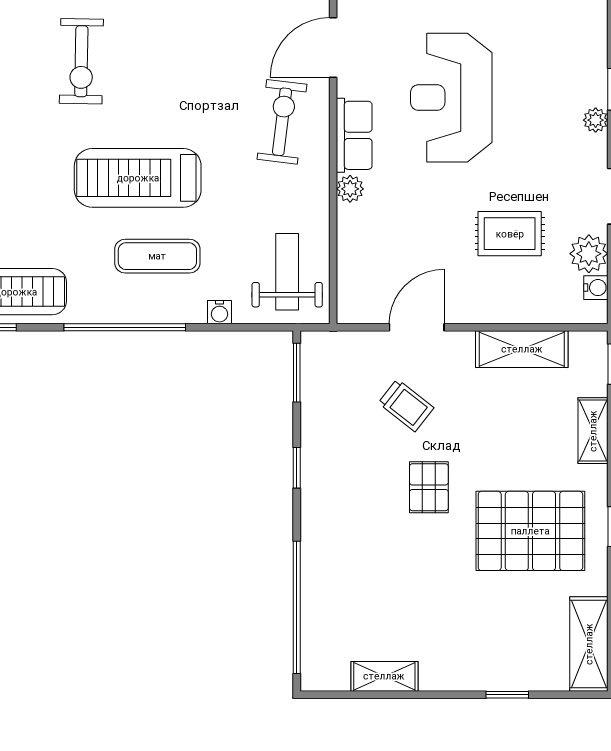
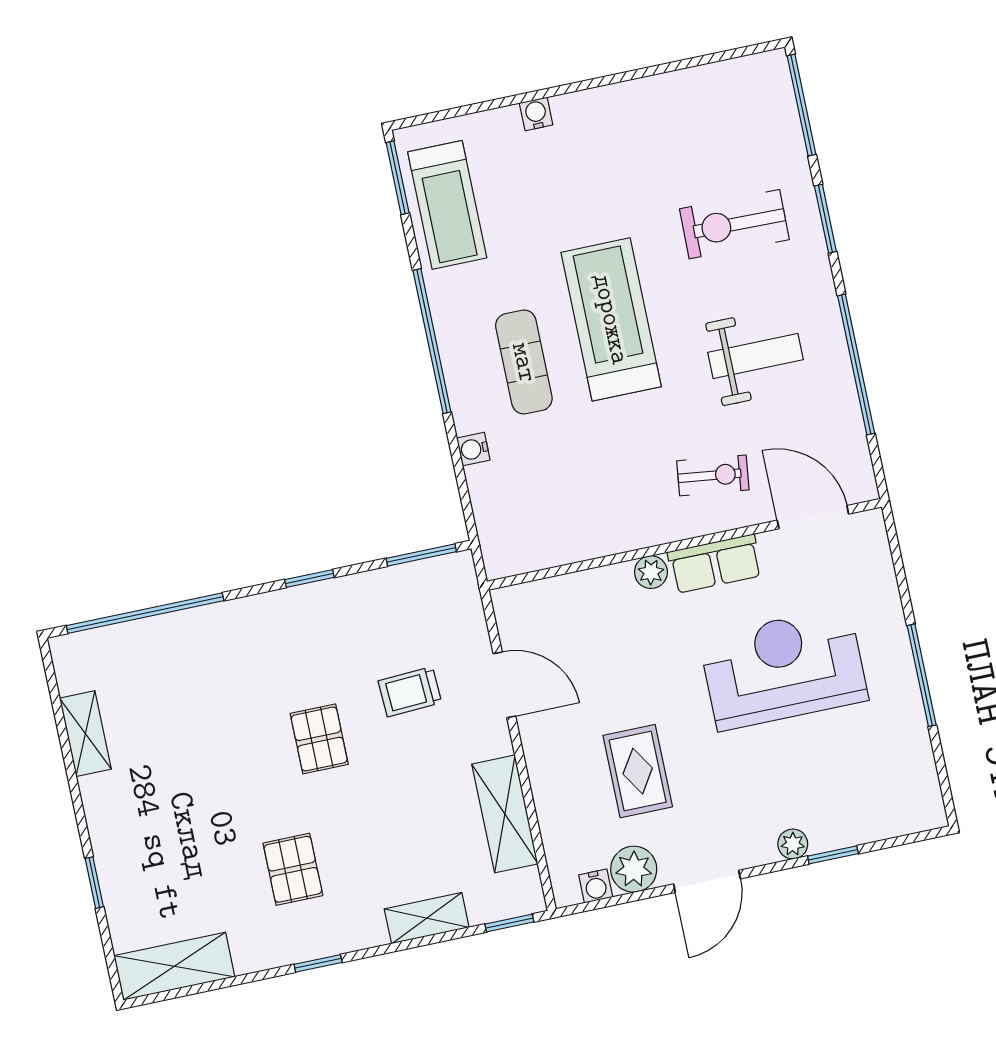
exercise bike: (282, 122) -> (713, 475), width x0.73, depth x0.72
weight bench: (287, 272) -> (756, 356), moved
trolley: (406, 405) -> (410, 692), turned 49
pallet: (429, 487) -> (319, 739), turned 90
pallet: (530, 531) -> (293, 869), width x0.49, depth x0.50

